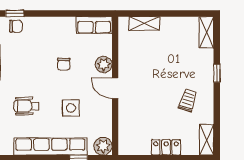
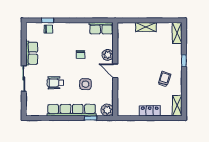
shelving: (144, 23) -> (146, 27), moved

